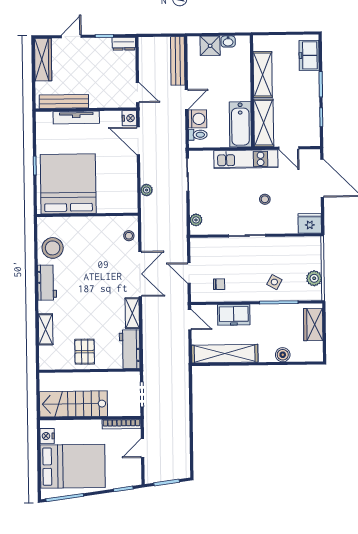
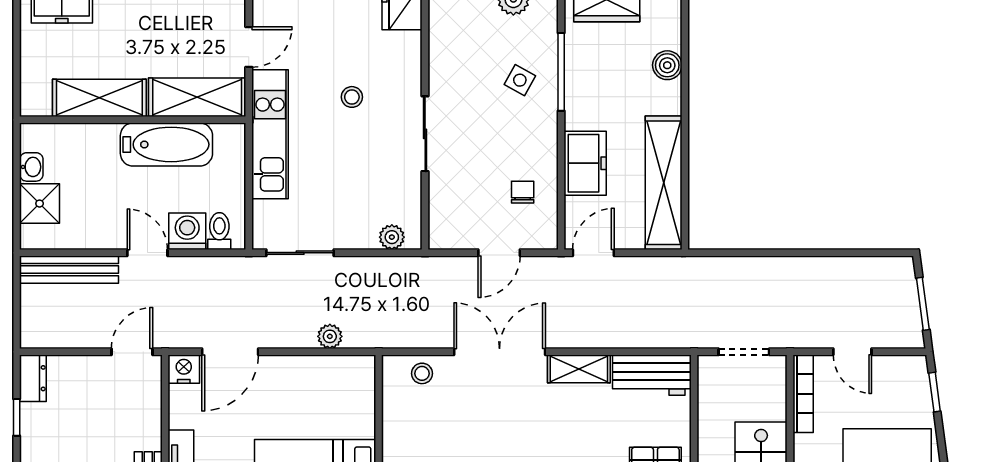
bathtub: (240, 124) -> (166, 144), moved

